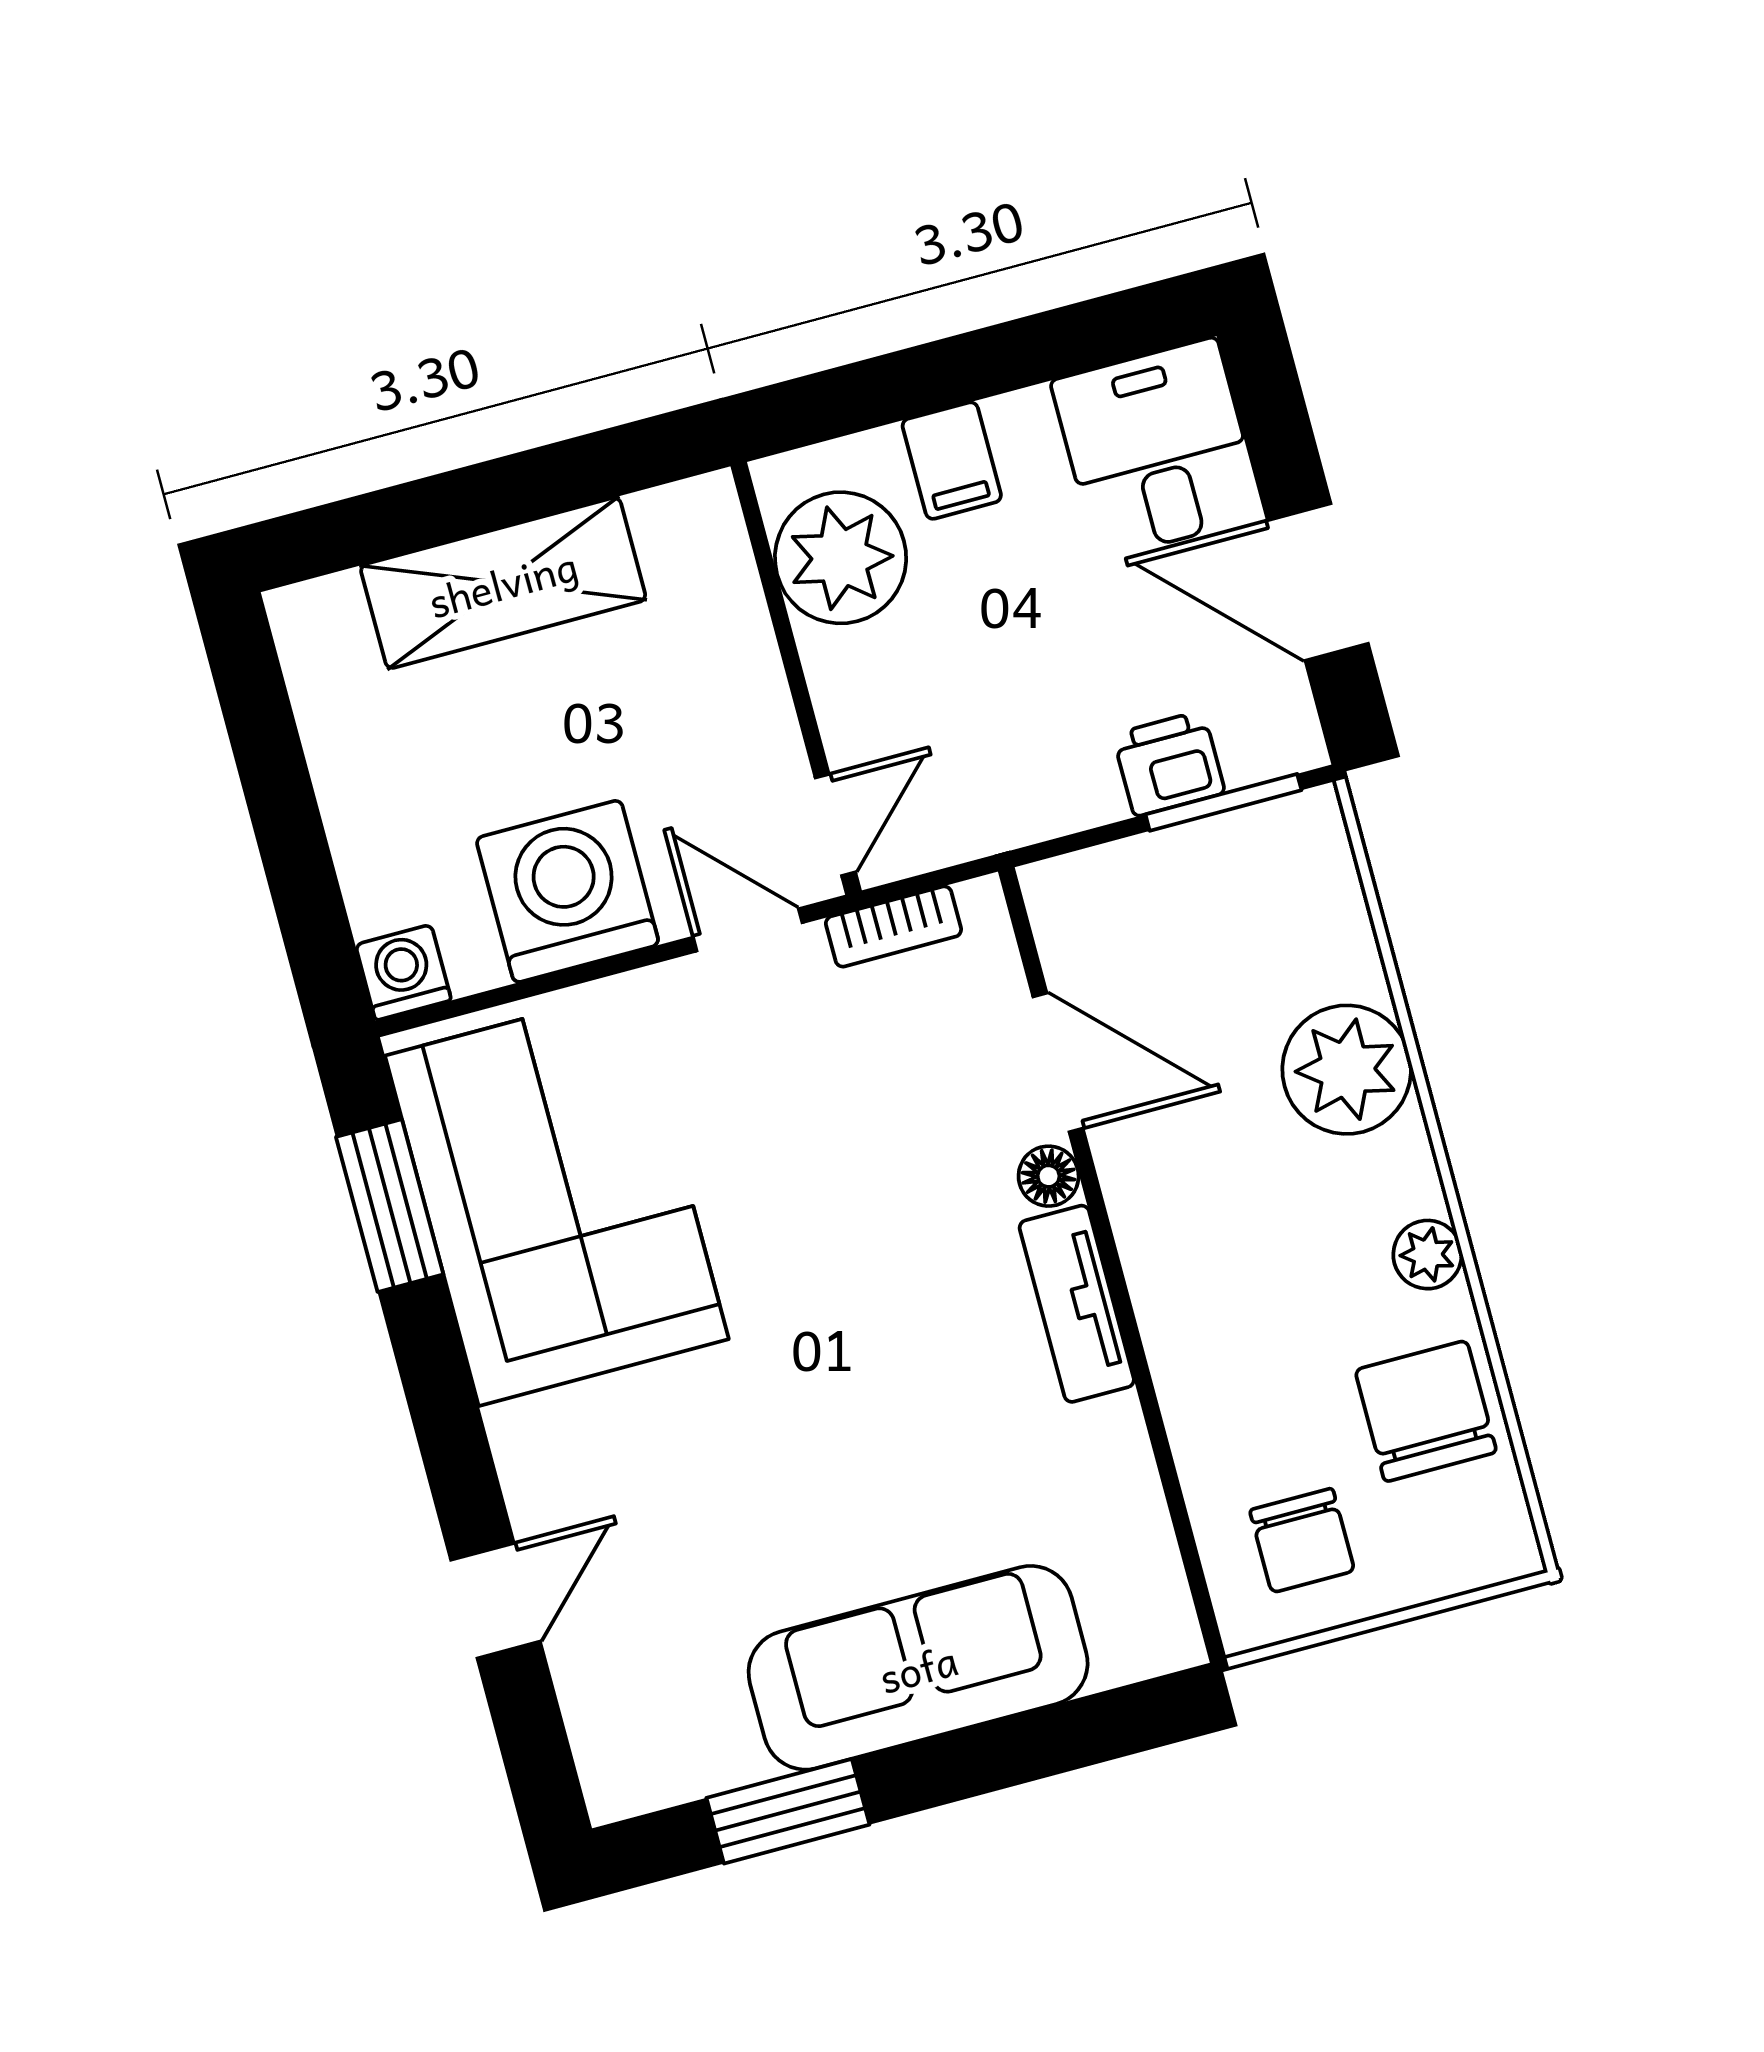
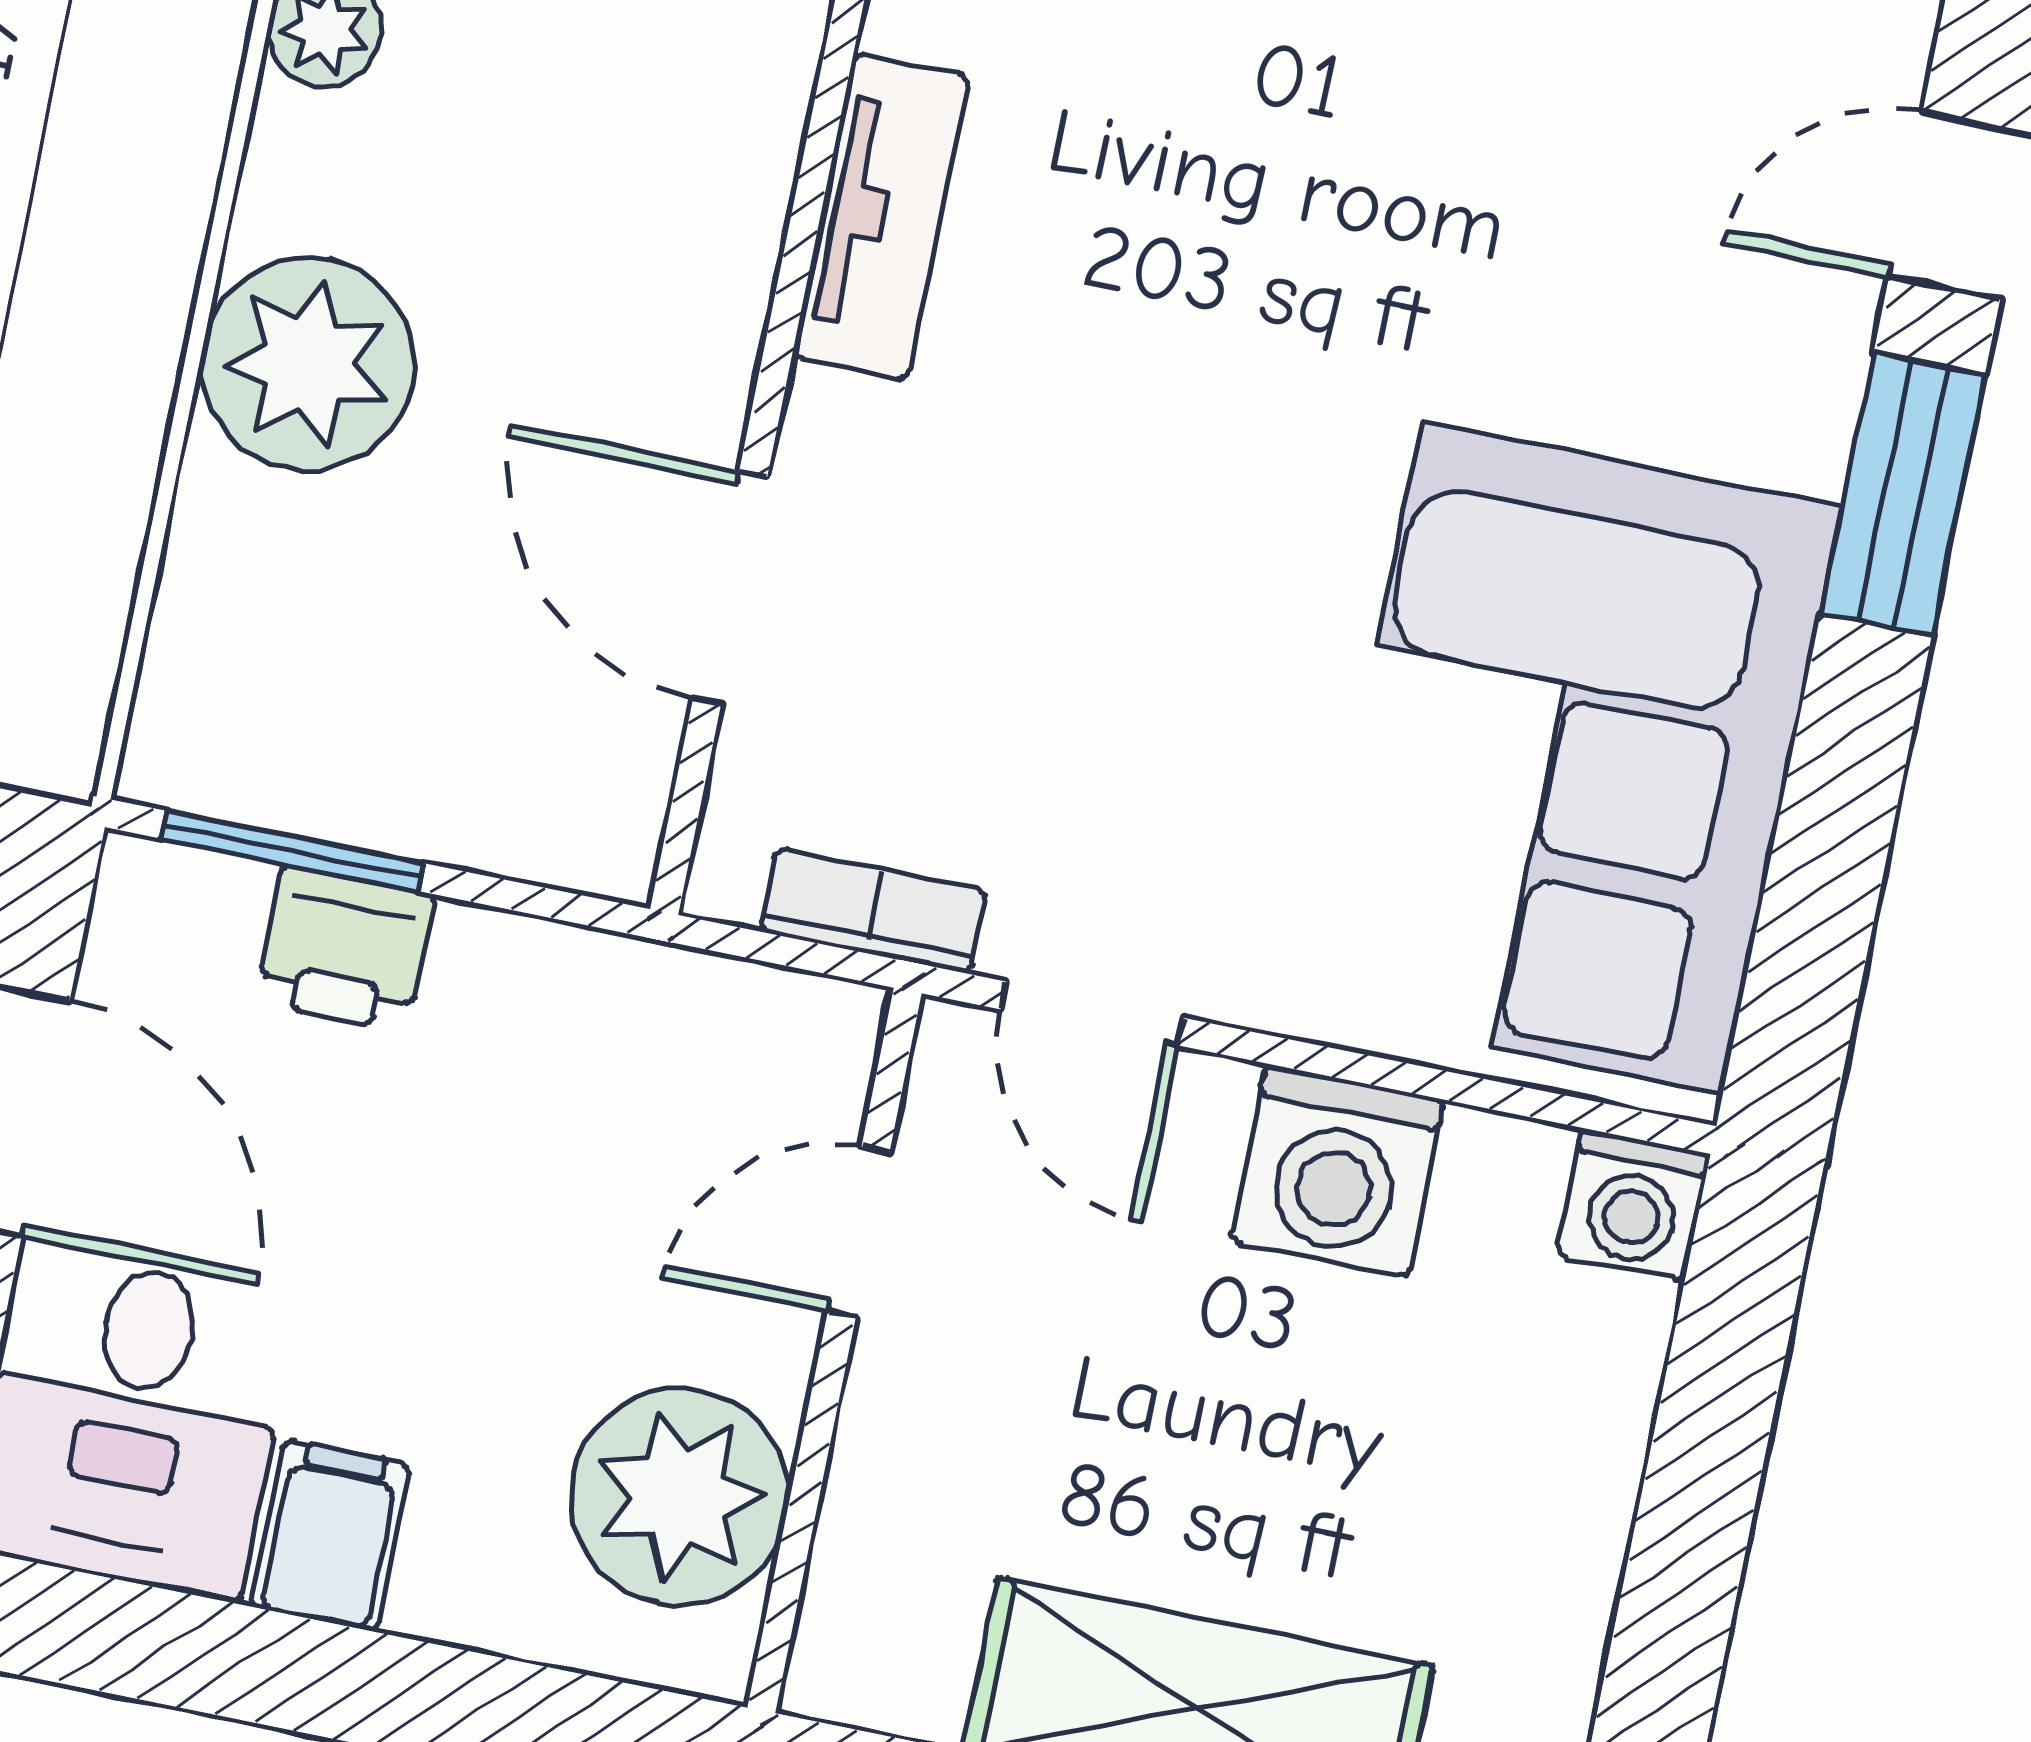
filing cabinet: (952, 461) -> (330, 1535), moved
door: (835, 825) -> (859, 1232), moved
washing machine: (567, 891) -> (1337, 1171), width x0.73, depth x0.73
floor lamp: (1049, 1176) -> (828, 426), removed
window: (390, 1206) -> (1903, 494), moved

